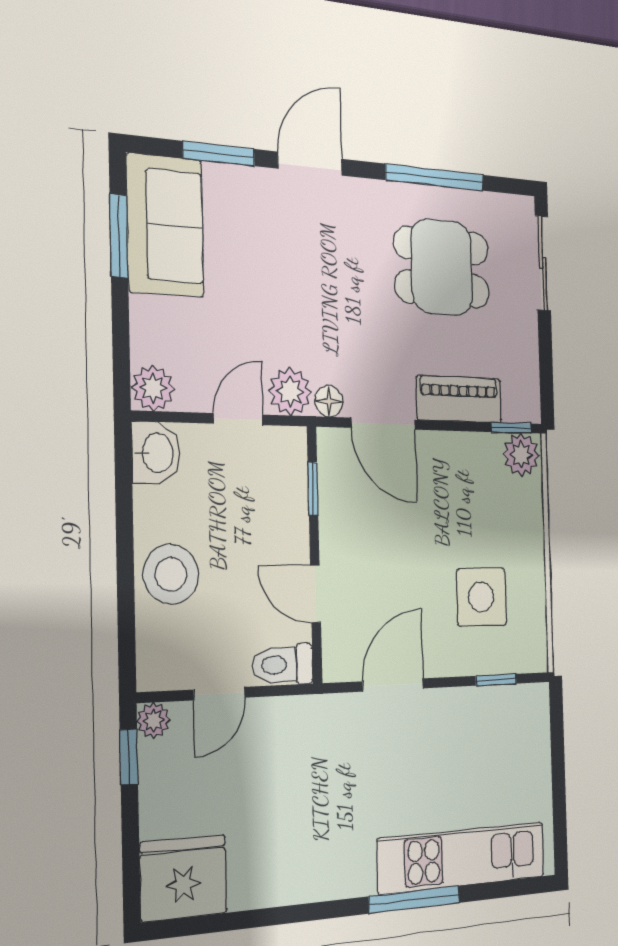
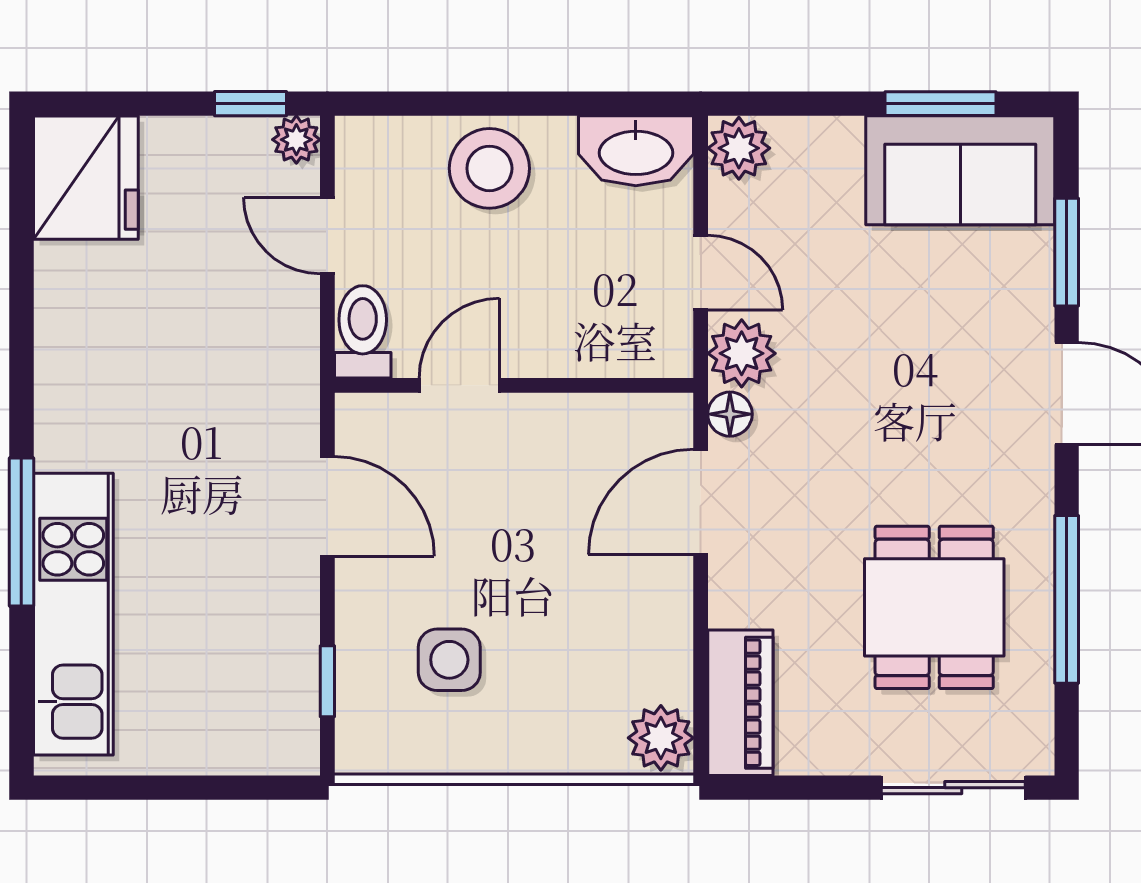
piano: (459, 399) -> (740, 703), moved
window: (511, 428) -> (701, 721), removed
washbasin: (156, 453) -> (636, 151), width x1.38
window: (313, 489) -> (606, 385), removed
side table: (481, 597) -> (449, 660), width x0.73, depth x0.73

